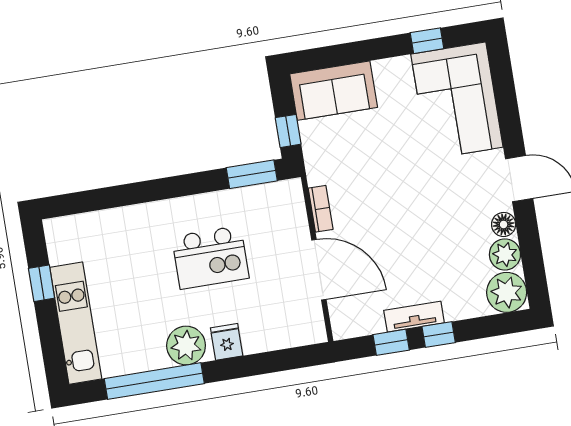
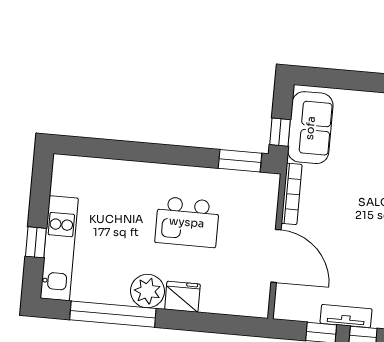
sofa: (334, 91) -> (310, 128), moved, turned -90
bookcase: (321, 209) -> (292, 194), width x1.56
window: (42, 283) -> (36, 242), moved
fridge: (227, 342) -> (182, 297), width x1.38

